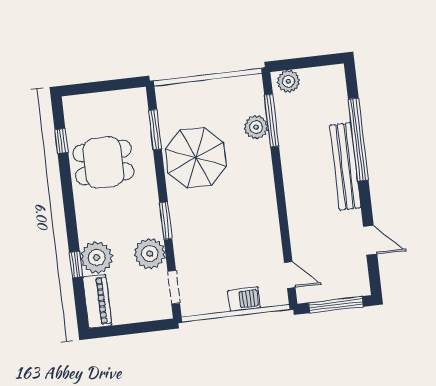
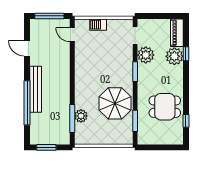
window: (313, 62) -> (46, 147), added
plant: (288, 81) -> (61, 138), removed

